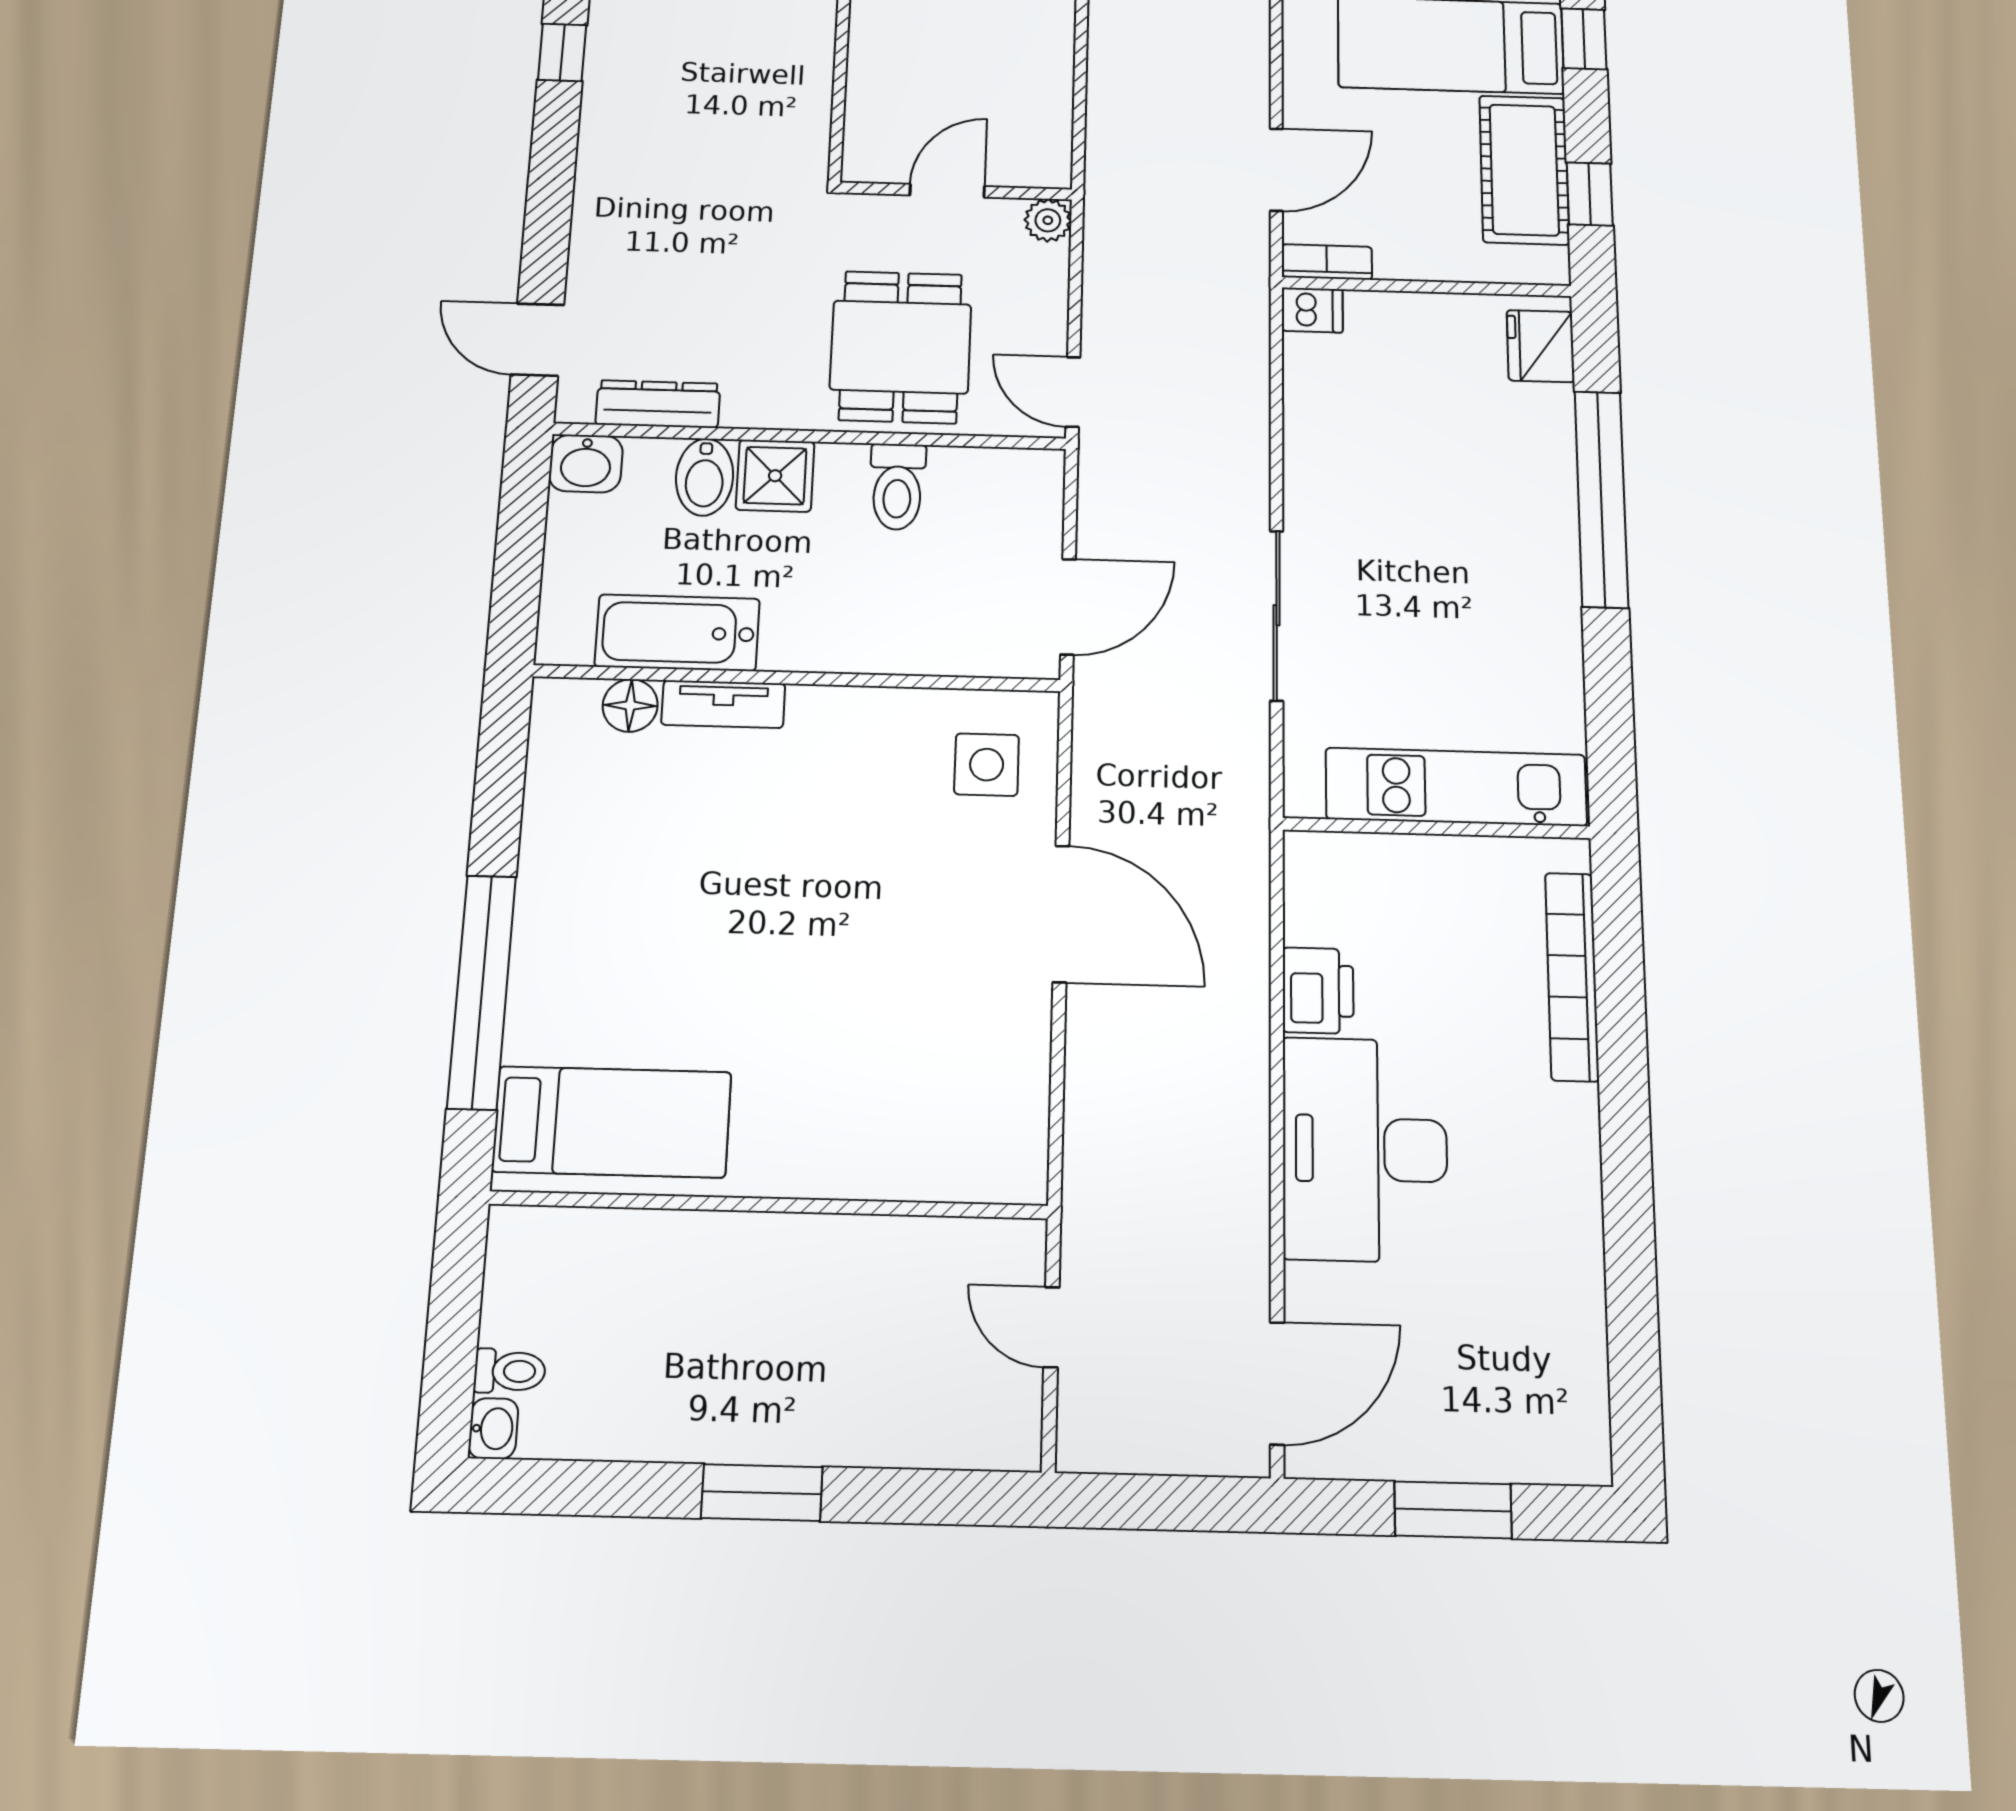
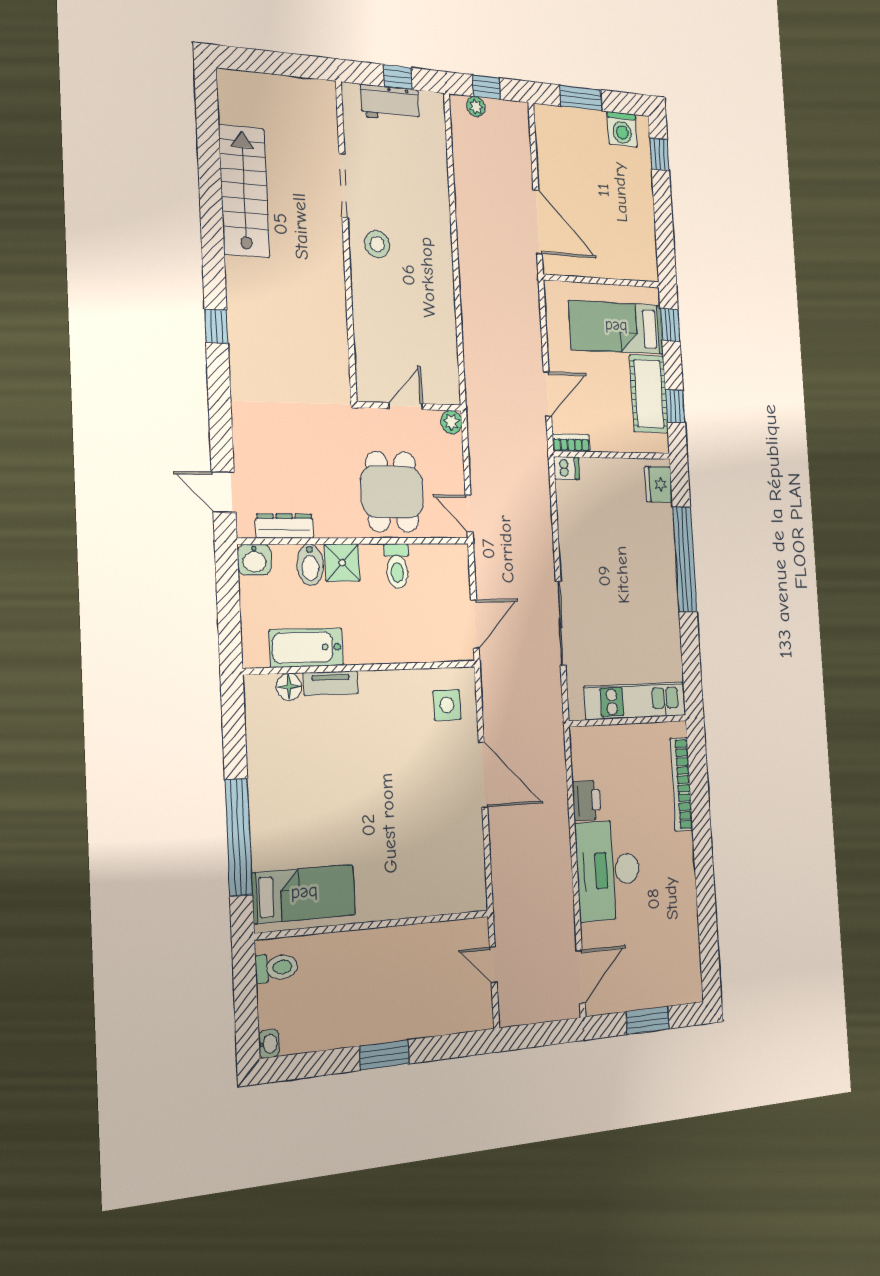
toilet: (510, 1371) -> (276, 968), moved, width x1.37, depth x1.39

